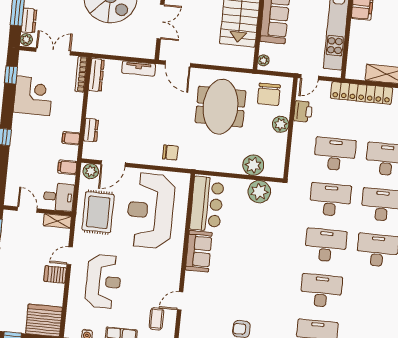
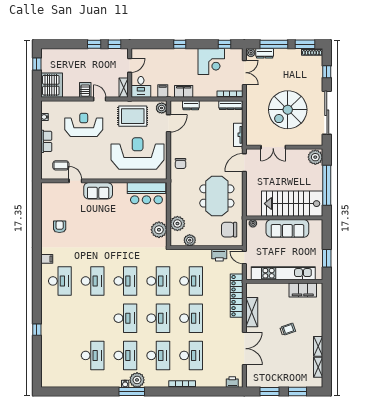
meeting table: (220, 107) -> (217, 196), turned 90
plant: (281, 124) -> (190, 240), moved
filing cabinet: (71, 138) -> (184, 91), width x2.00
door: (113, 164) -> (168, 123), swing flipped
sofa: (199, 251) -> (98, 191), moved
reception desk: (103, 281) -> (84, 125), turned 180

